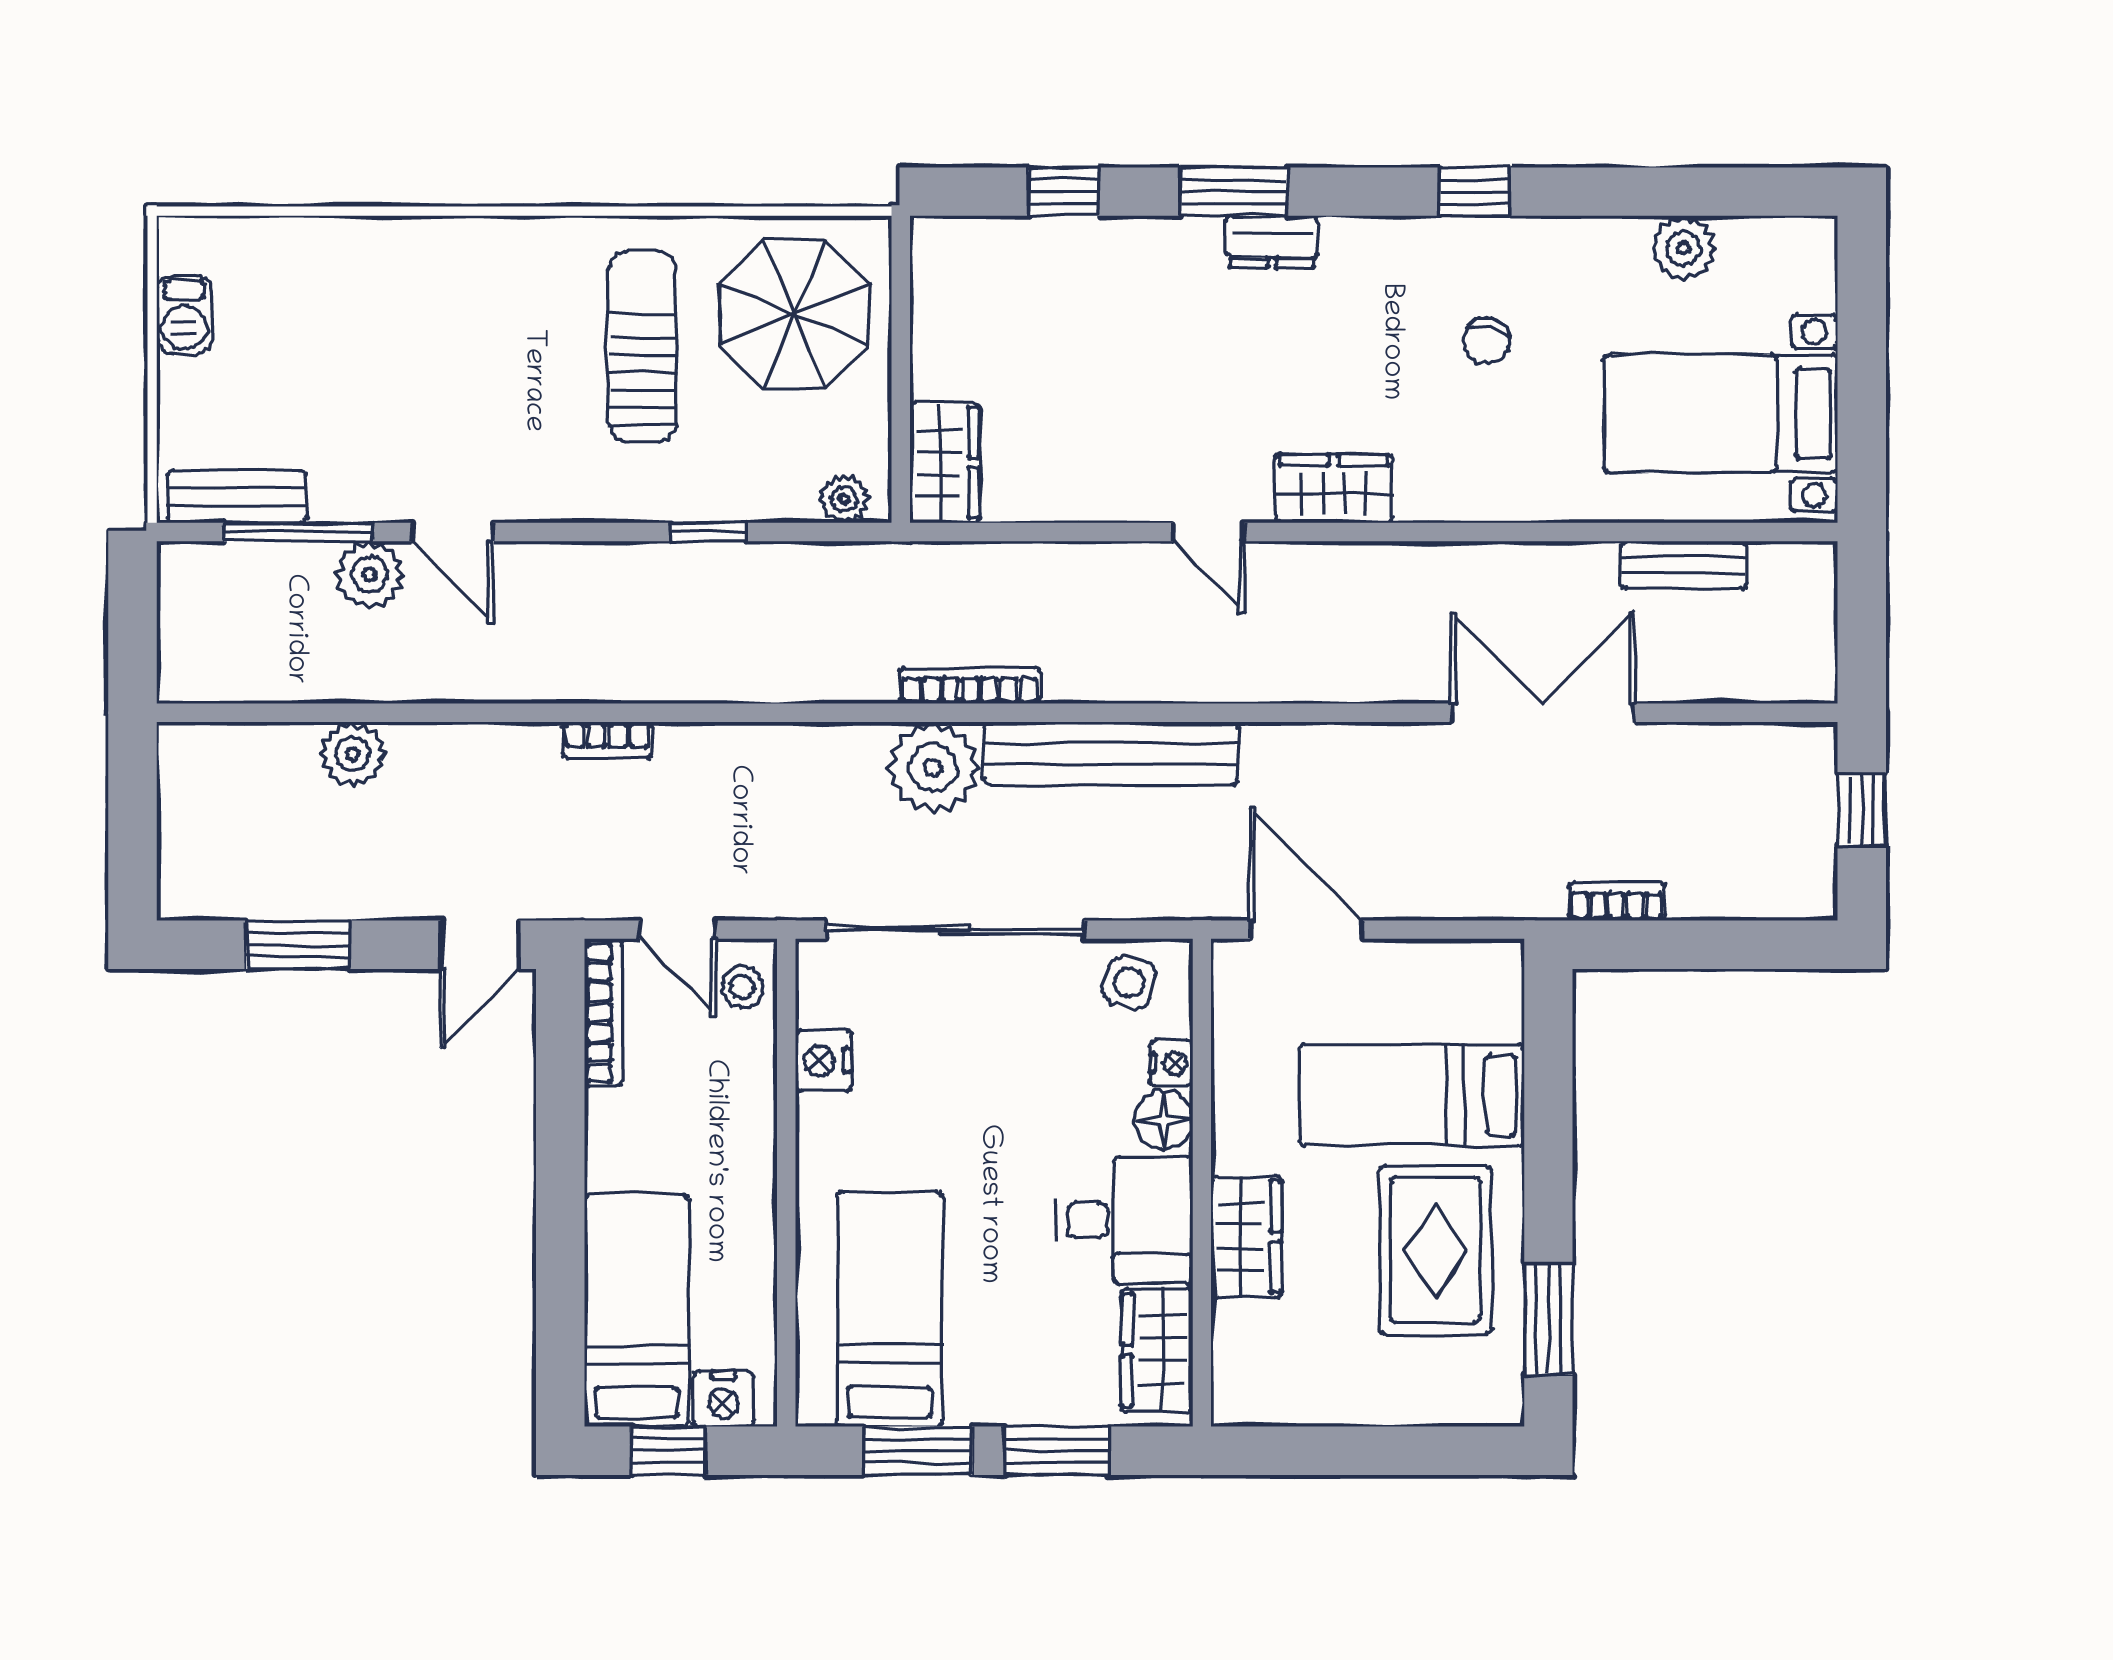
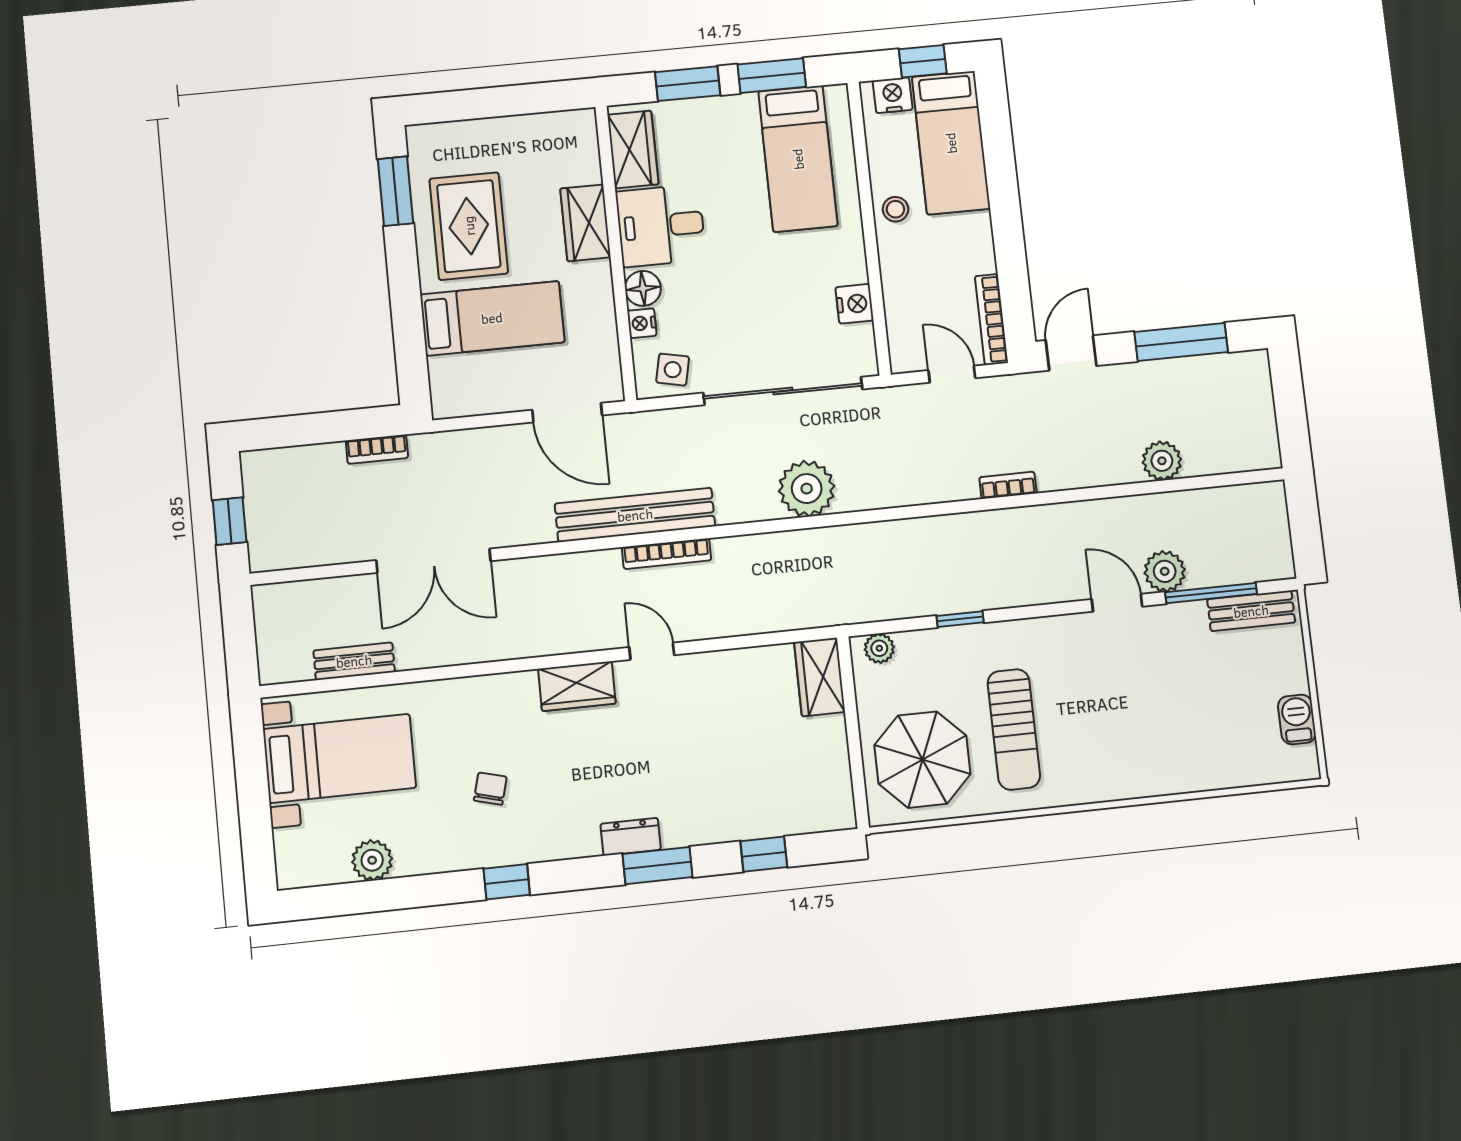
bookcase: (970, 686) -> (667, 554), moved
bench: (1111, 753) -> (635, 515), moved
window: (298, 945) -> (1181, 342), width x1.44
stool: (743, 987) -> (895, 209), moved

